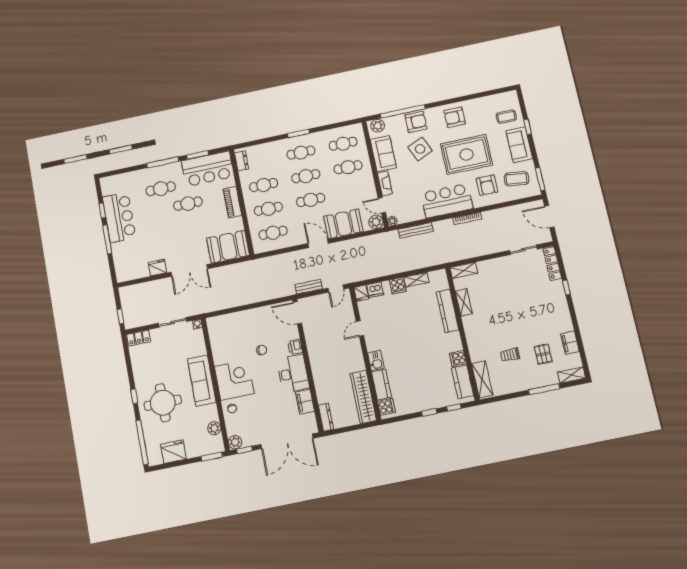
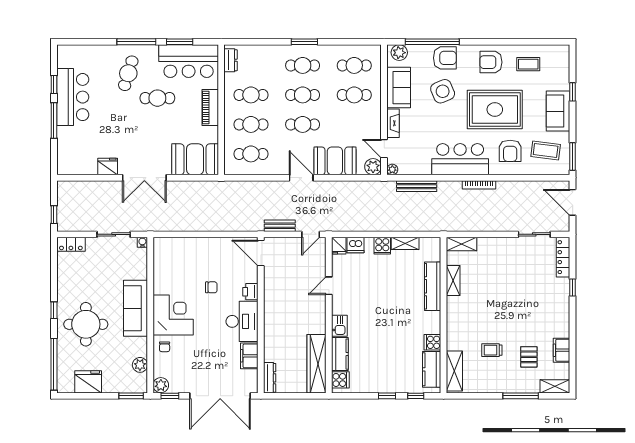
coffee table: (506, 117) -> (528, 64), moved
cafe table: (161, 189) -> (128, 73), turned -73

